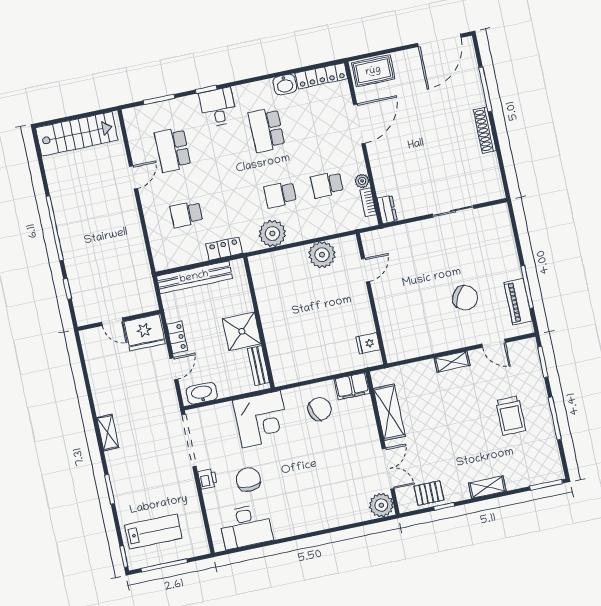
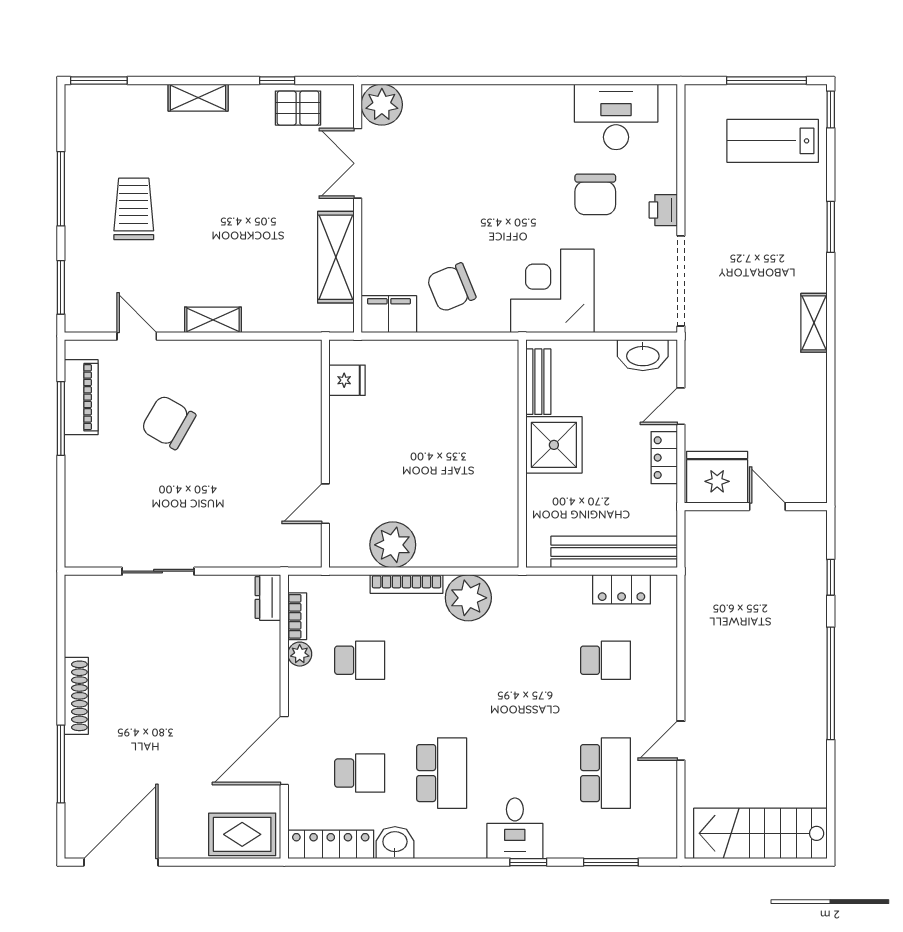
school desk: (280, 195) -> (360, 773), moved
bookcase: (309, 234) -> (407, 584), added
locker: (224, 249) -> (622, 589), moved

